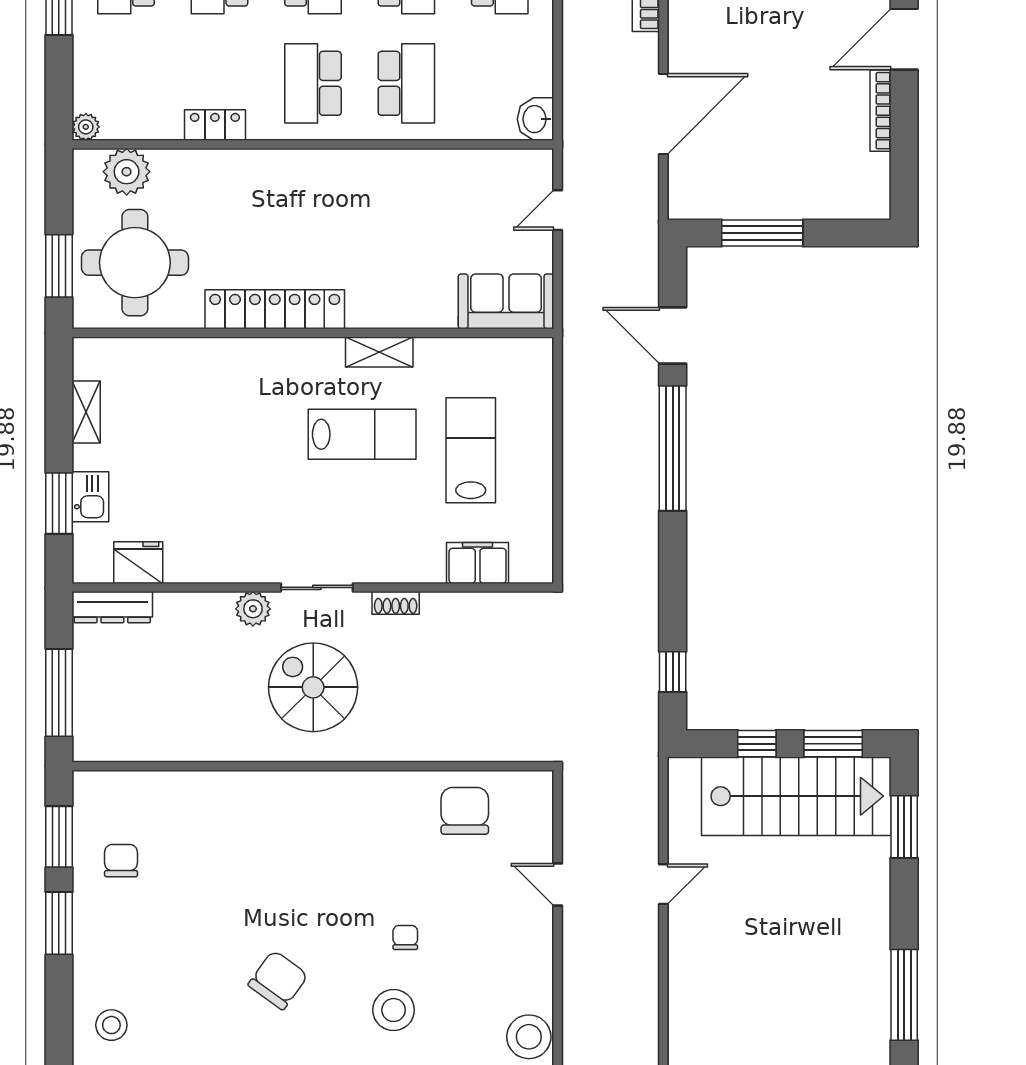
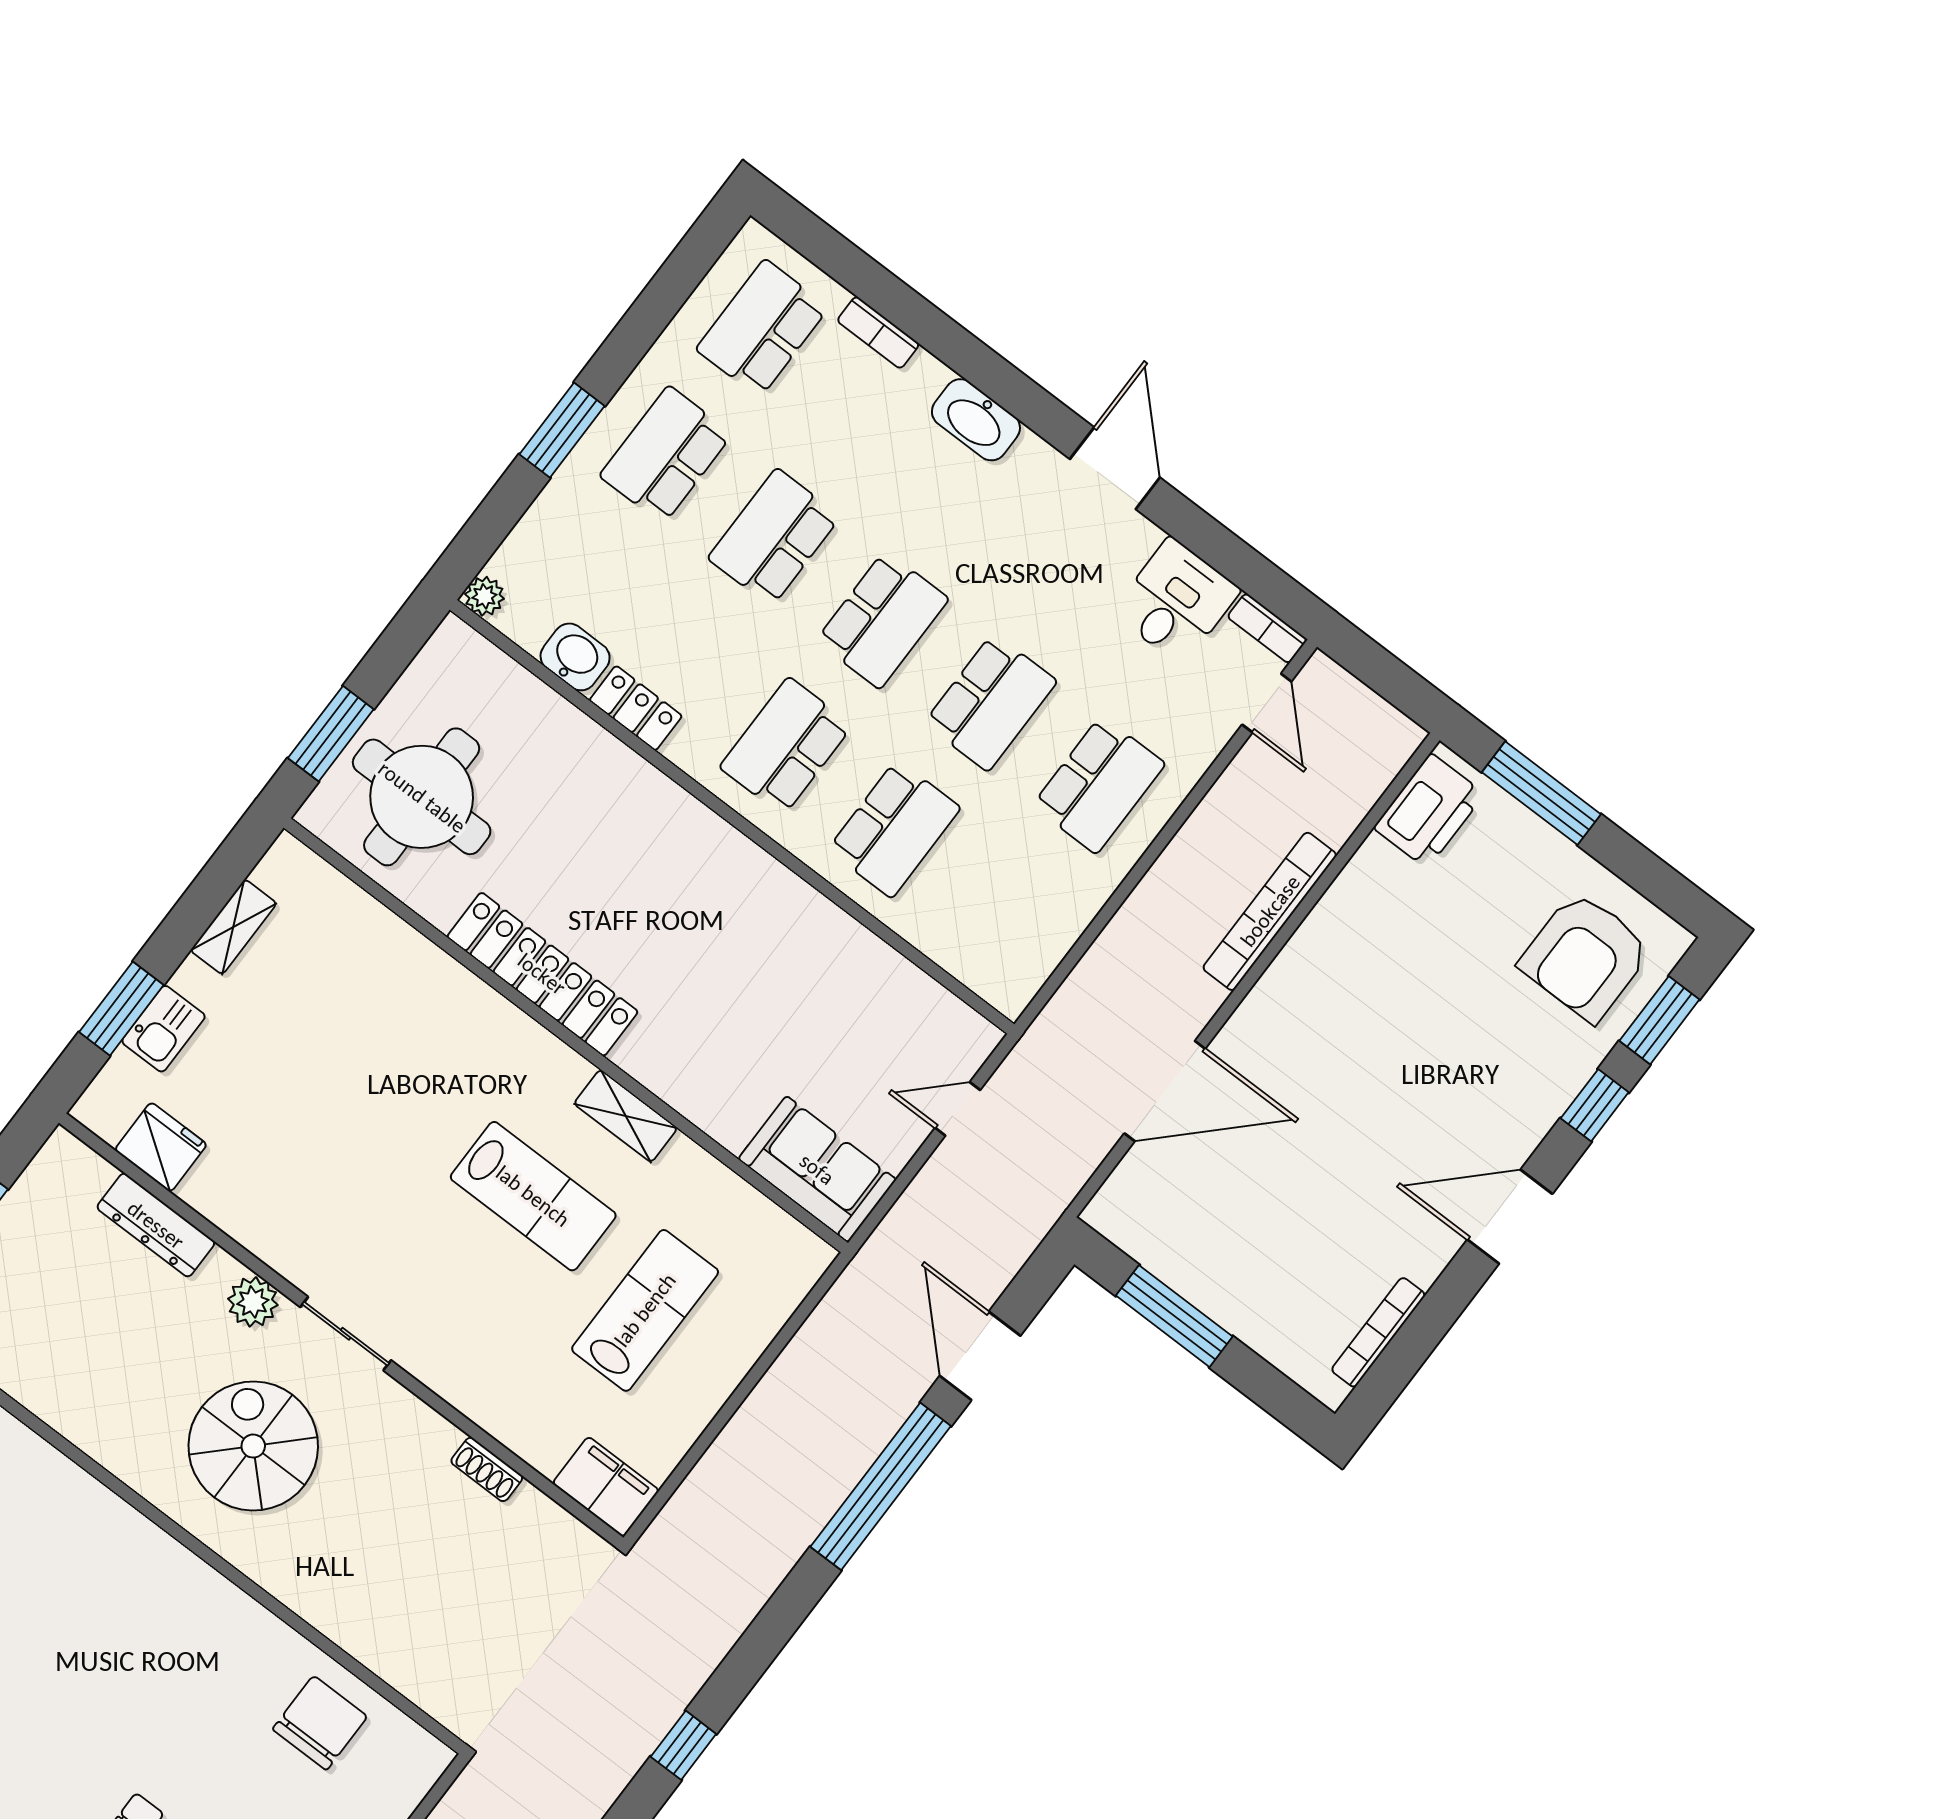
bookcase: (880, 111) -> (1378, 1332), moved
washbasin: (536, 119) -> (575, 657), moved, turned 90
plant: (127, 172) -> (492, 684), removed
filing cabinet: (478, 563) -> (606, 1487), moved
shoe rack: (396, 603) -> (487, 1469), moved
dresser: (112, 607) -> (156, 1225), moved

